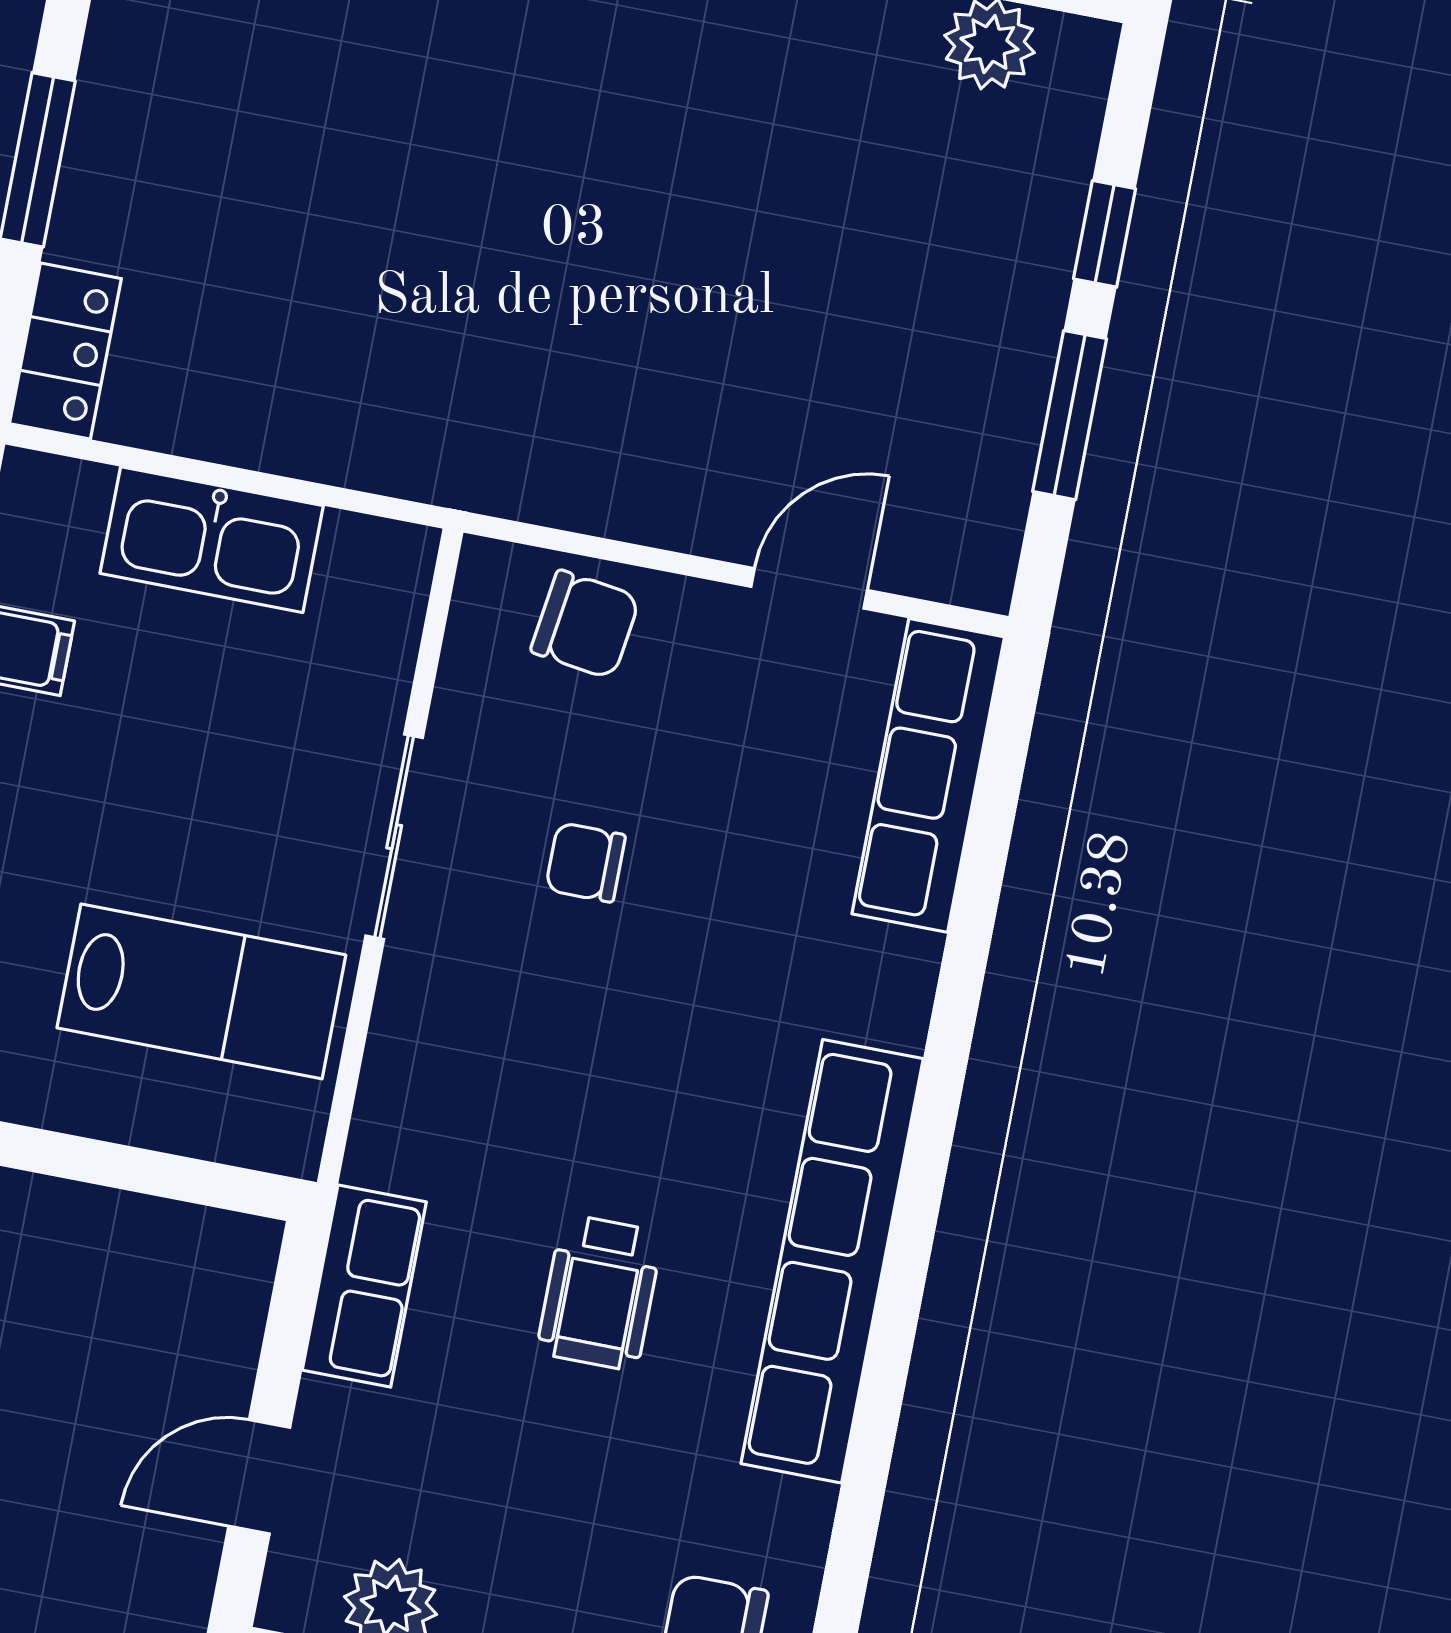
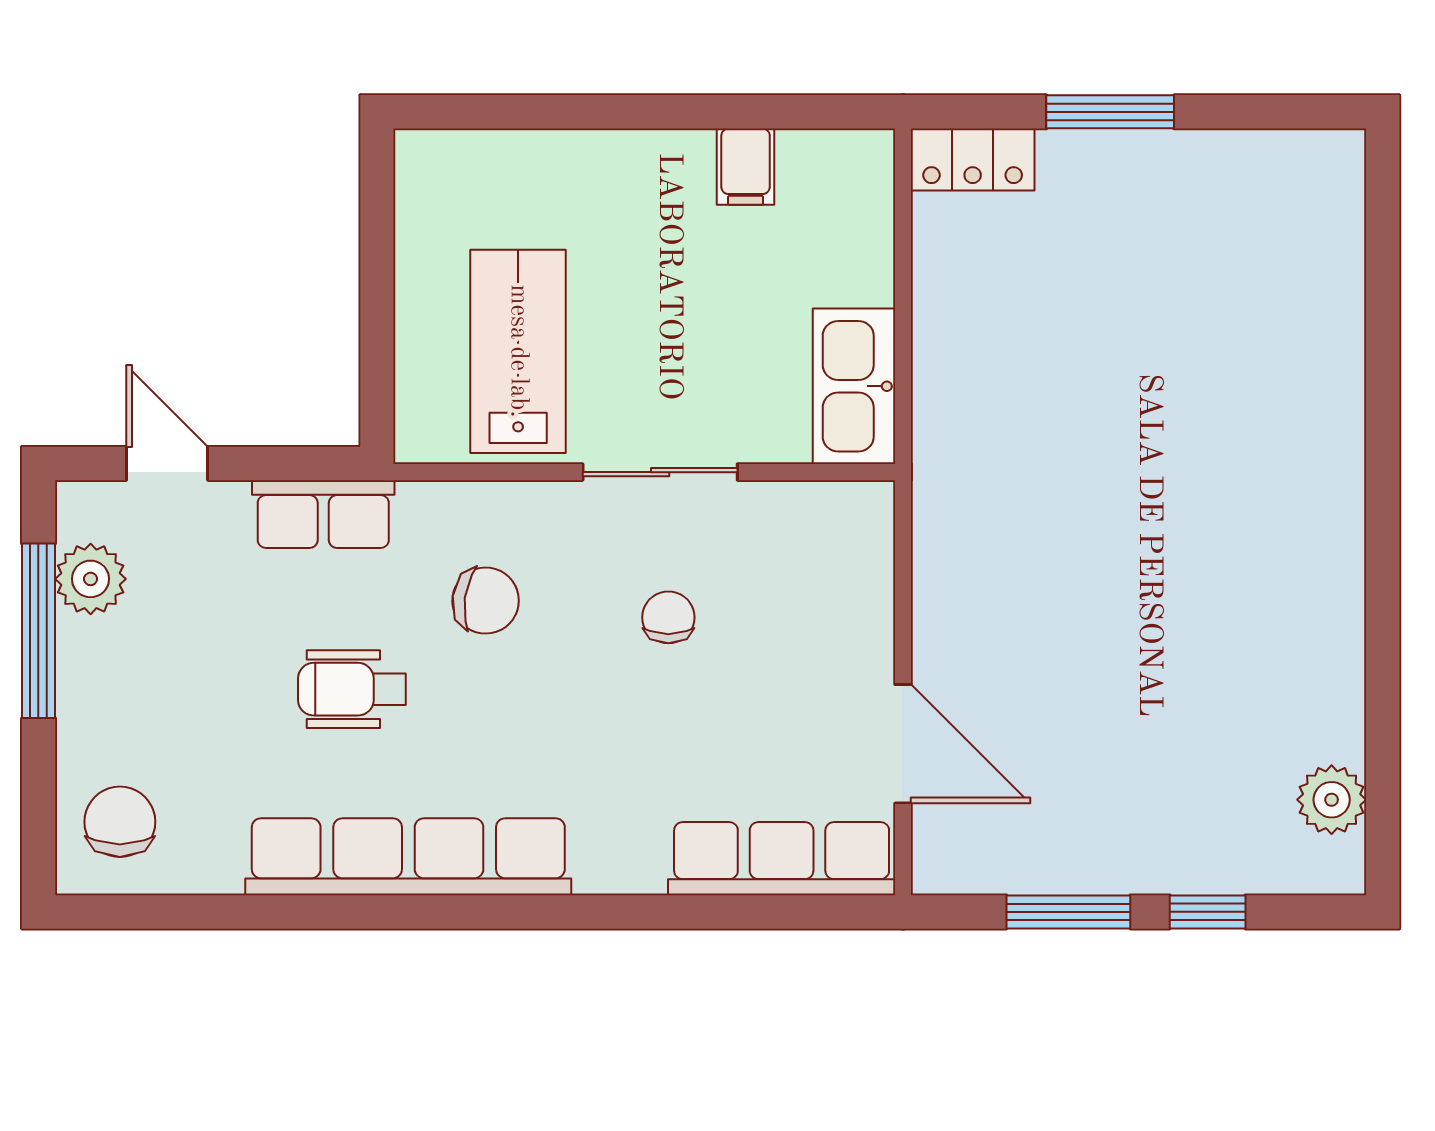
kitchen sink: (212, 540) -> (854, 386), moved
door: (809, 588) -> (903, 744), width x1.38
chair: (585, 624) -> (486, 601), moved, turned -90
lab bench: (201, 991) -> (518, 351), turned 180

